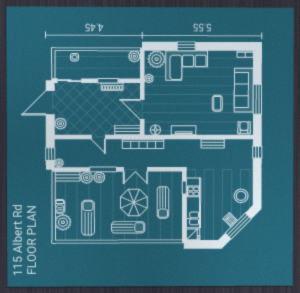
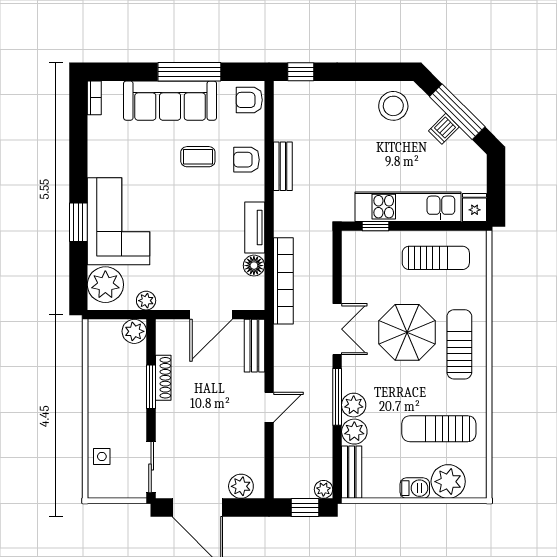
plant: (134, 56) -> (134, 331), moved
armchair: (216, 126) -> (246, 160), added
floor lamp: (155, 130) -> (254, 266), moved
bookcase: (143, 144) -> (283, 281), moved
sun lounger: (163, 202) -> (436, 258), moved

